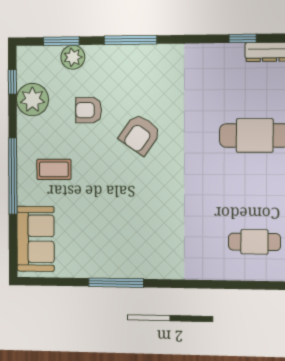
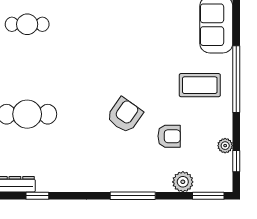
window: (61, 41) -> (208, 196), moved
plant: (32, 100) -> (225, 146), width x0.53, depth x0.53
coffee table: (54, 169) -> (200, 85), width x1.36, depth x1.30

